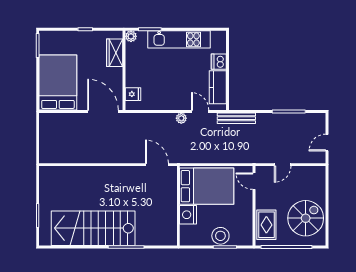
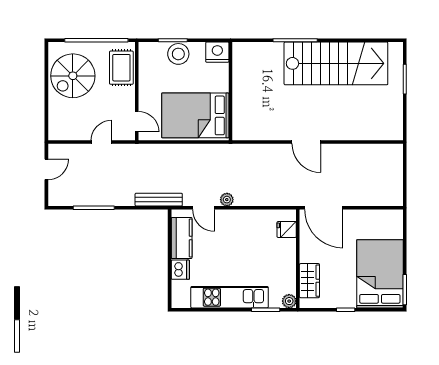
bed: (58, 83) -> (380, 274), moved, turned 180
door: (157, 165) -> (306, 142), moved
nightstand: (188, 215) -> (217, 52), moved, turned -90

